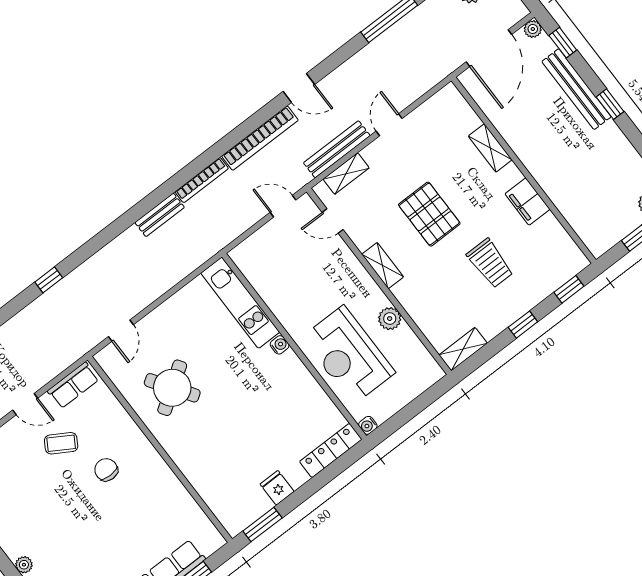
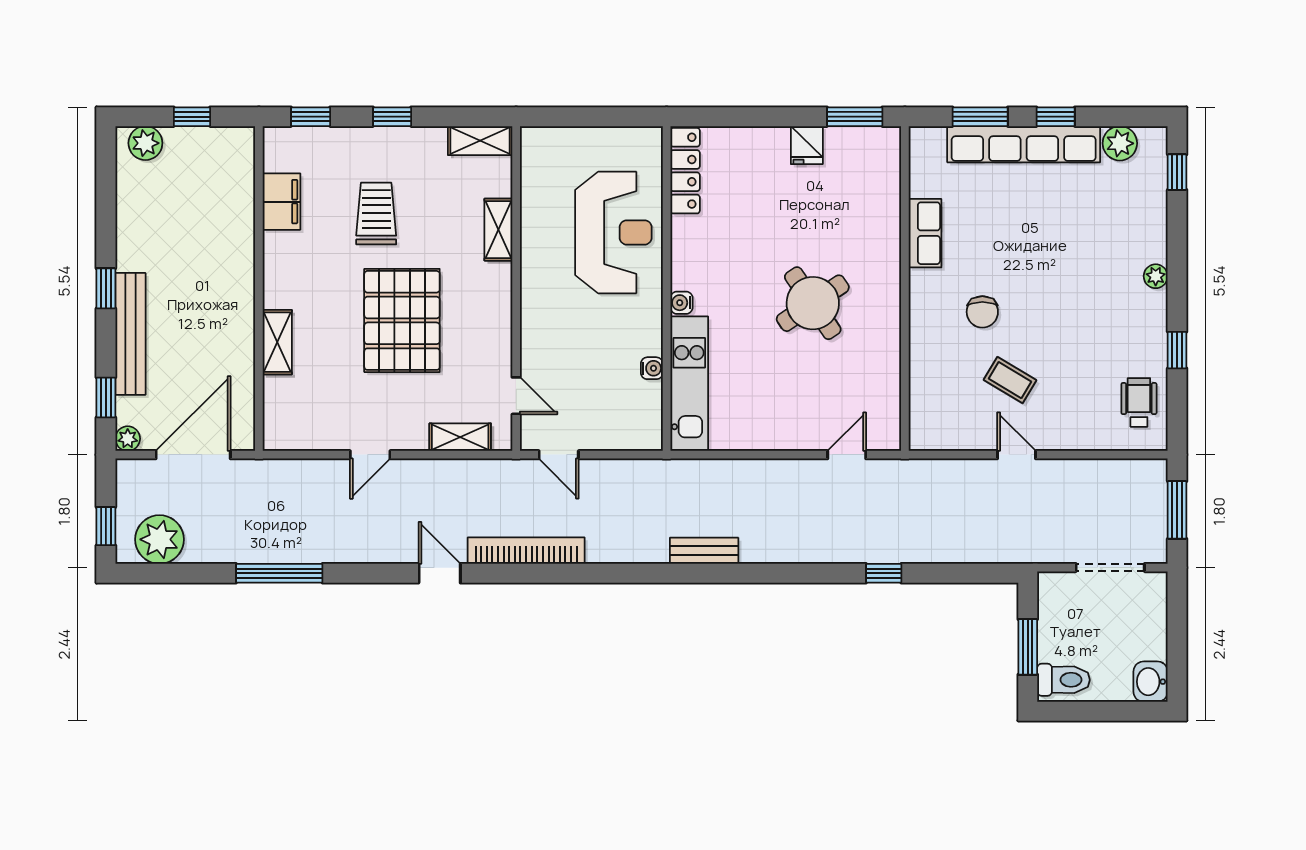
bench: (337, 149) -> (450, 472), removed
bookcase: (202, 180) -> (627, 554), removed
filing cabinet: (528, 202) -> (281, 202), moved
pallet: (429, 214) -> (402, 320), width x1.37, depth x1.41
shelving: (383, 266) -> (498, 230), moved
plant: (390, 319) -> (536, 238), removed
row of seats: (73, 385) -> (925, 233), moved, turned 90
round table: (172, 388) -> (813, 303), moved
water cooler: (368, 425) -> (652, 368), moved
locker: (331, 450) -> (685, 171), moved, turned -90

